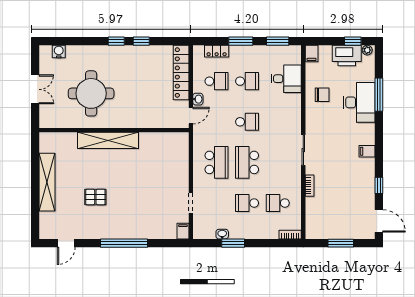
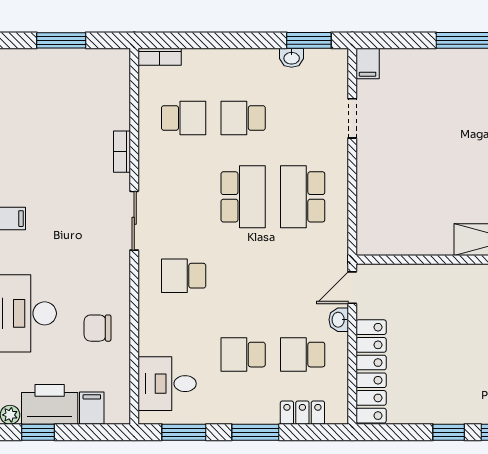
filing cabinet: (312, 54) -> (92, 408), moved
desk: (286, 79) -> (167, 384), moved
school desk: (247, 122) -> (184, 276), moved
school desk: (247, 203) -> (243, 118), turned 180
window: (233, 243) -> (309, 40), moved

